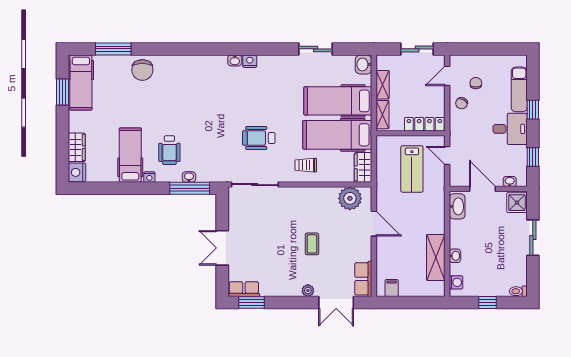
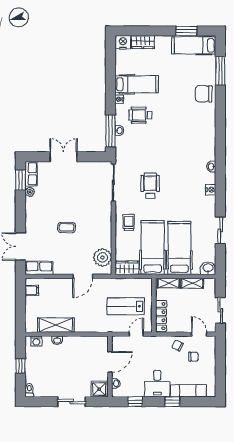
nightstand: (250, 61) -> (211, 190), moved
washbasin: (457, 206) -> (96, 342), removed
plant: (308, 291) -> (30, 192), moved

